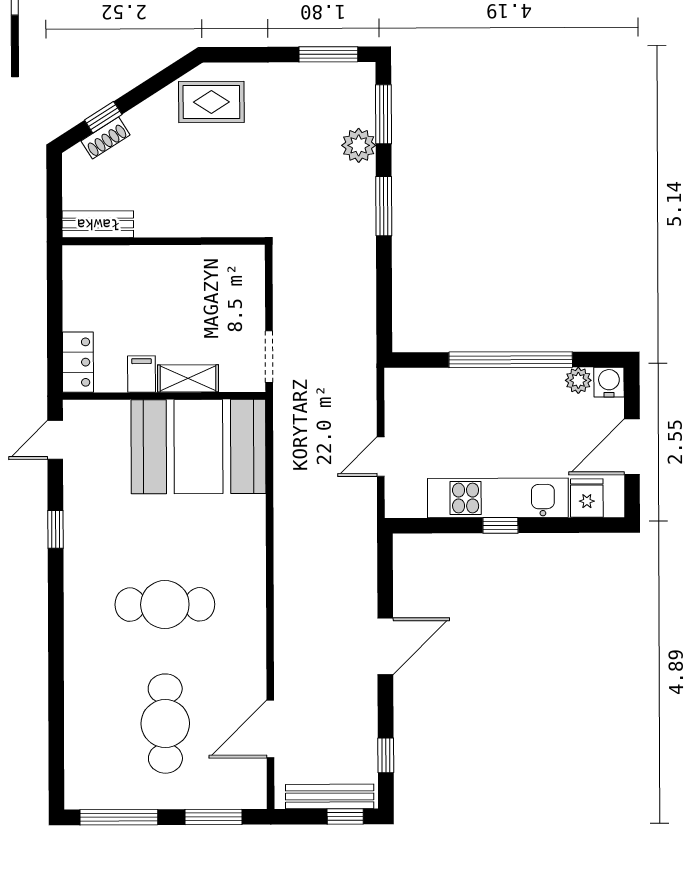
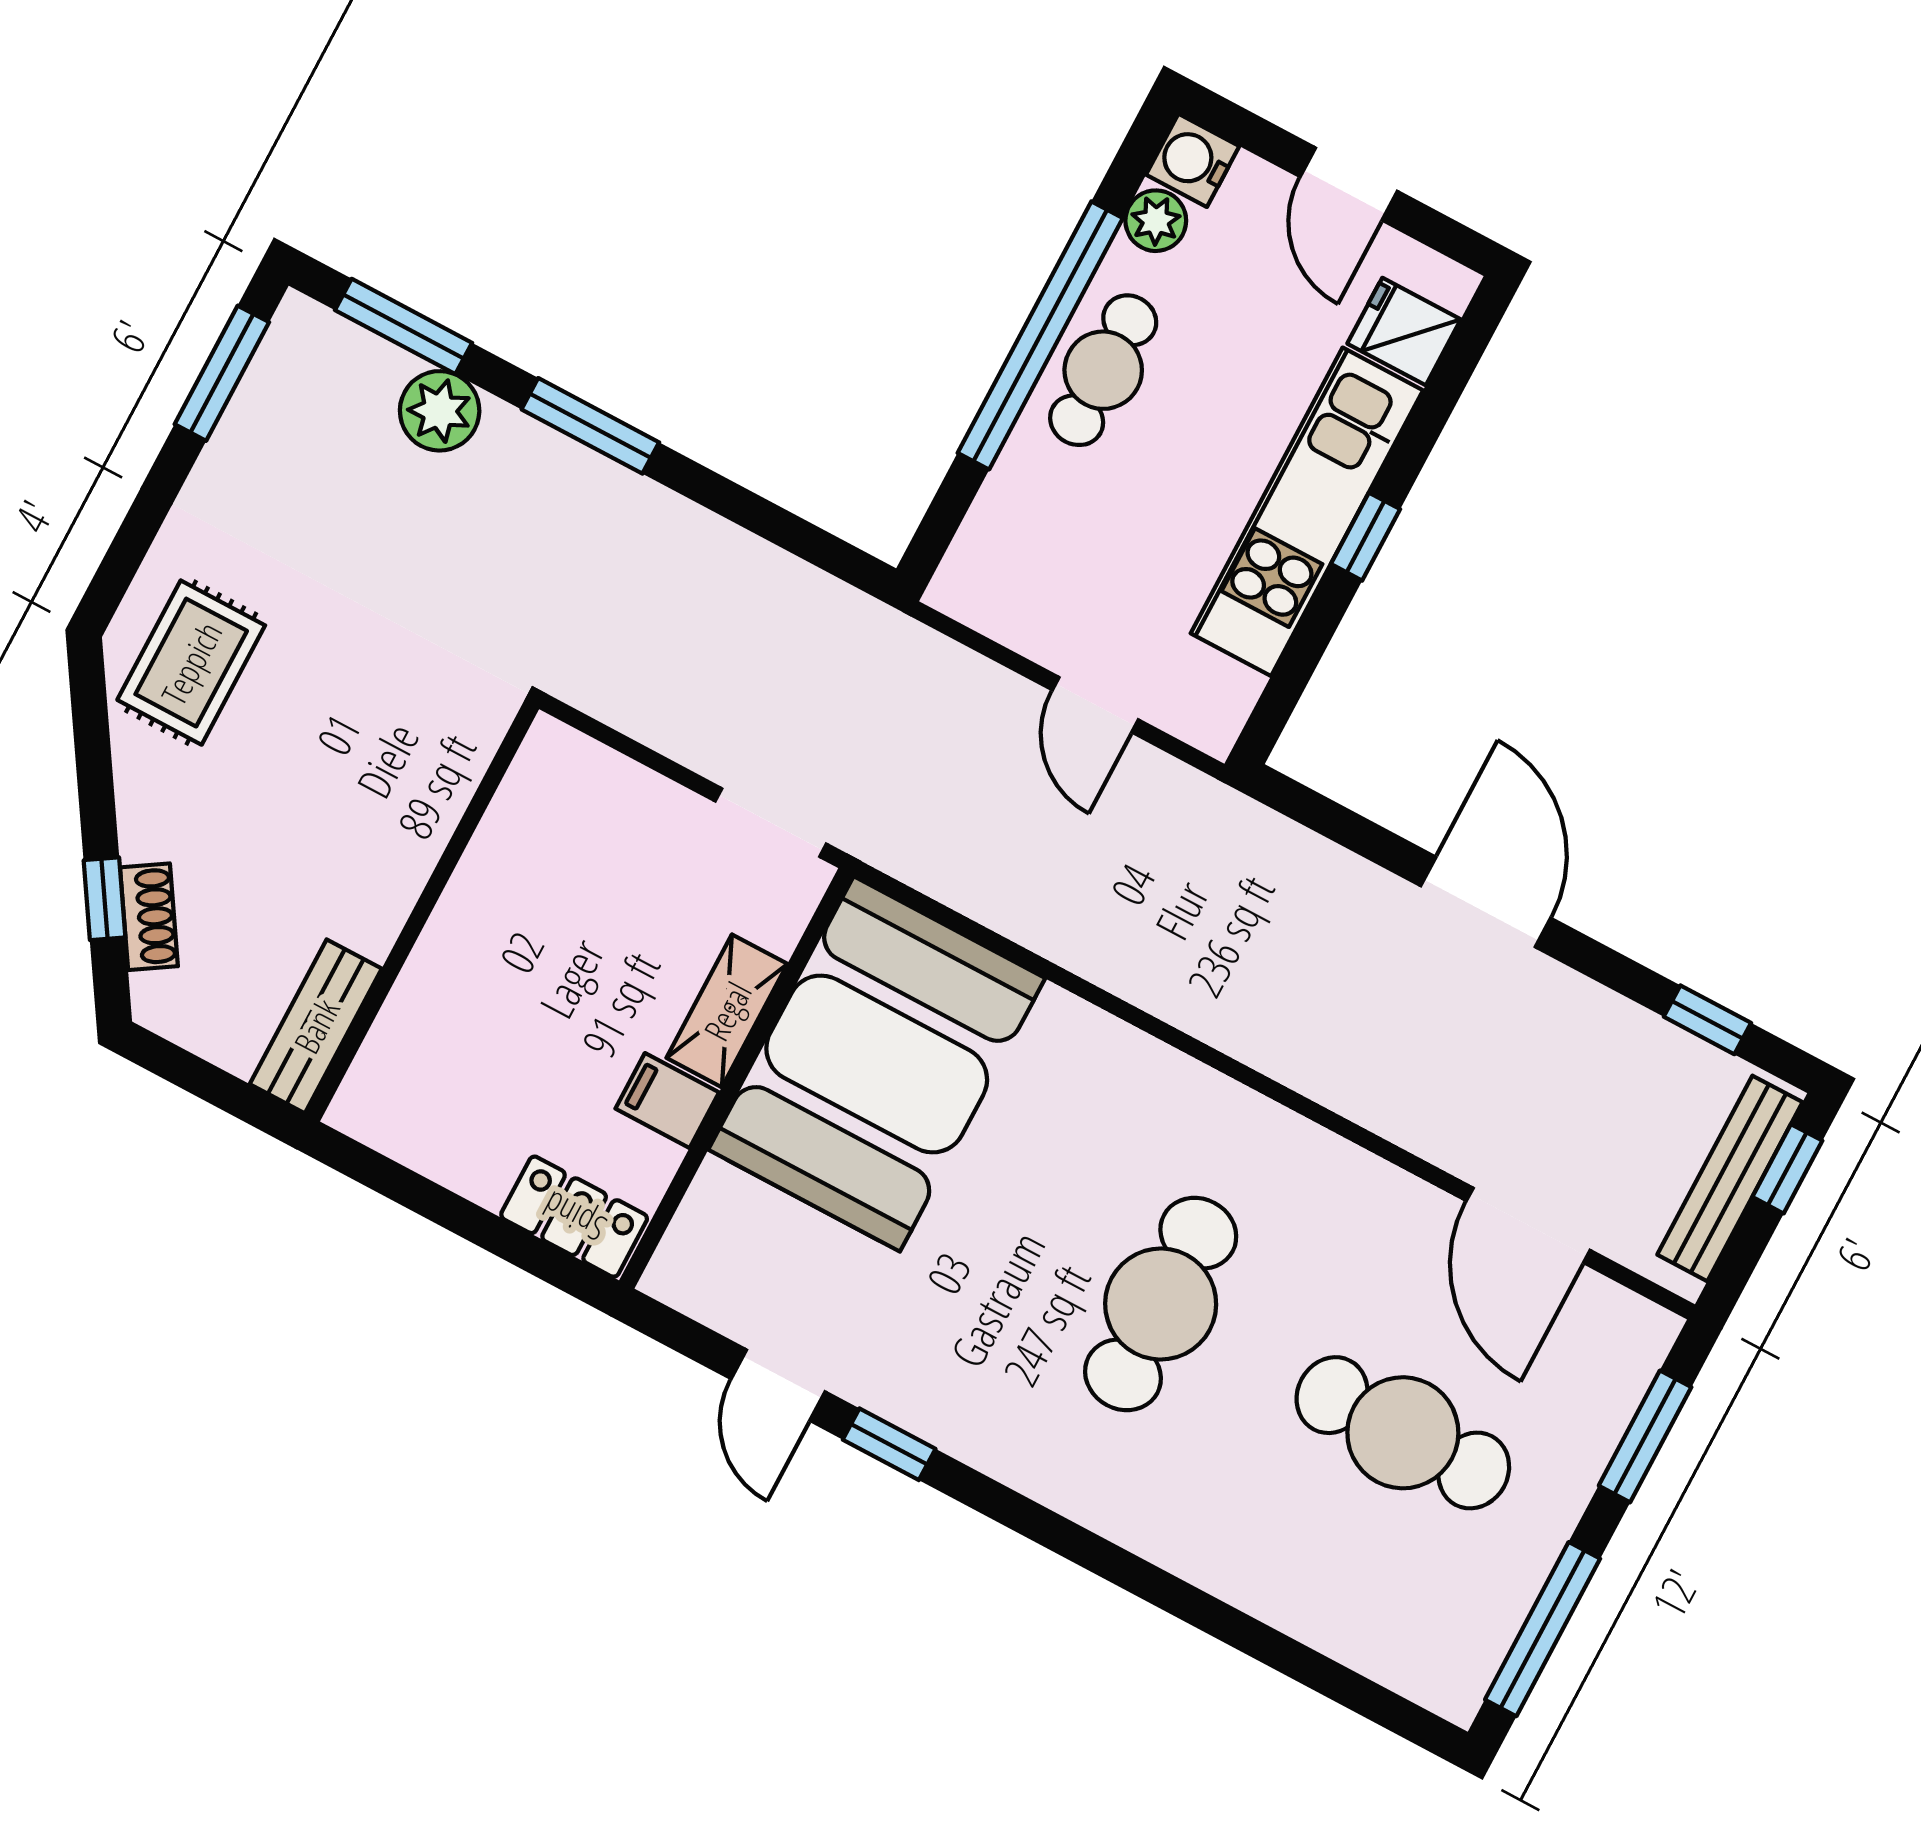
cafe table: (510, 391) -> (1103, 370), added
door: (55, 440) -> (778, 1385), moved
door: (632, 447) -> (1349, 184), width x0.73

